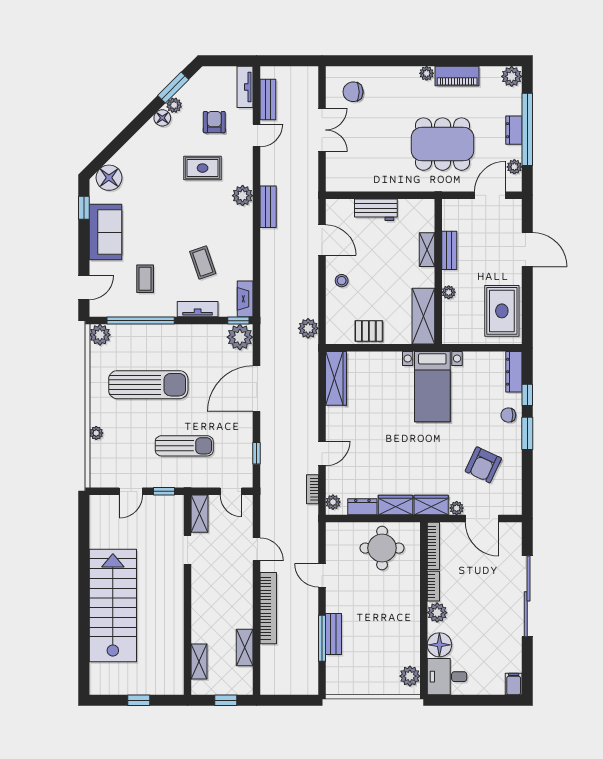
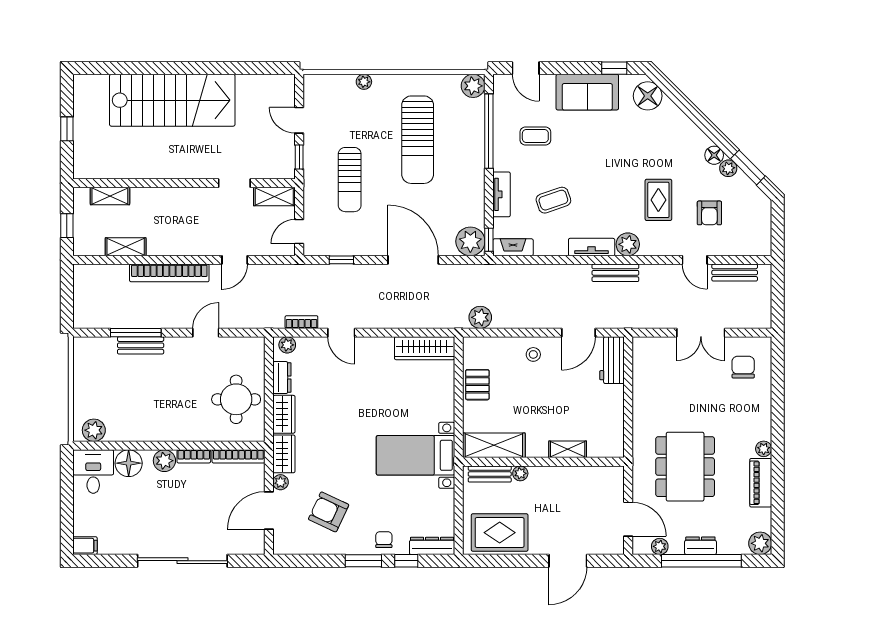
tv unit: (245, 87) -> (592, 247), moved
armchair: (214, 122) -> (709, 213), turned 90
workbench: (376, 210) -> (612, 360), moved
bench: (449, 250) -> (490, 474), moved

